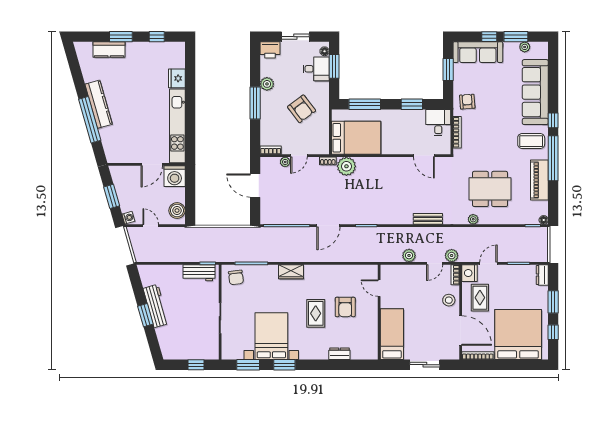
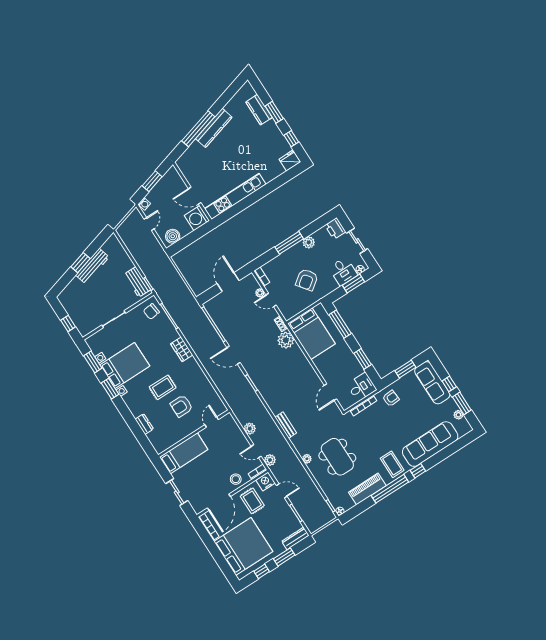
fridge: (177, 78) -> (290, 161), moved
dresser: (542, 275) -> (295, 538), width x1.44
rug: (480, 298) -> (252, 501), turned 90

